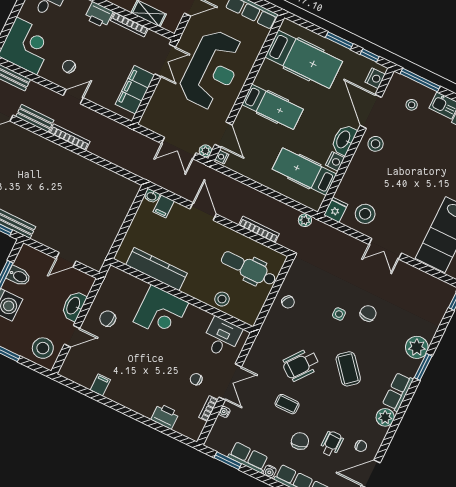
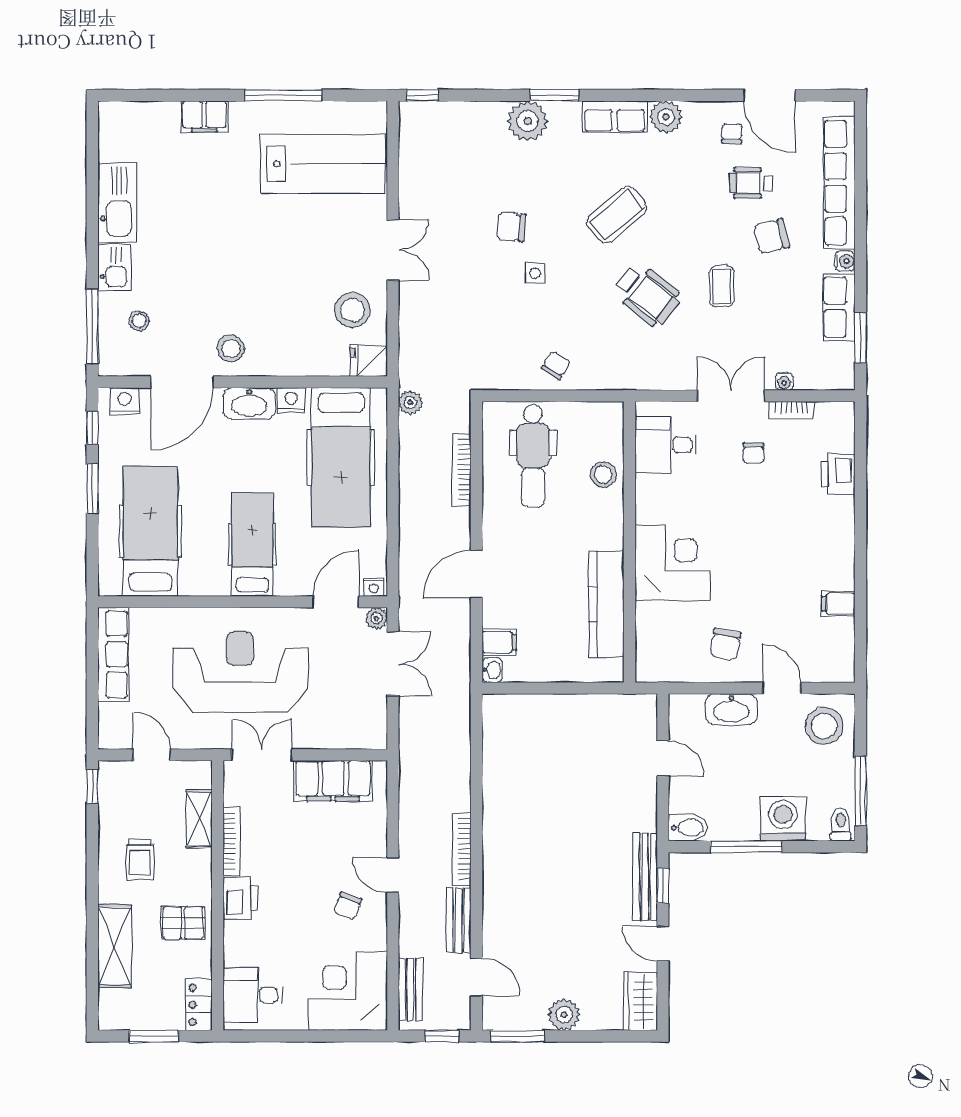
hospital bed: (304, 172) -> (341, 458), width x1.37, depth x1.29
bidet: (19, 276) -> (688, 828), moved, turned 90

